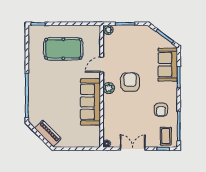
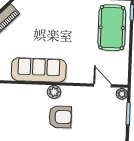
pool table: (63, 49) -> (112, 28), moved
door: (102, 65) -> (102, 85), moved

